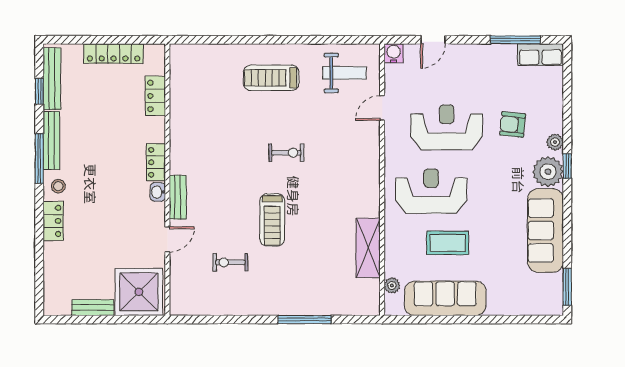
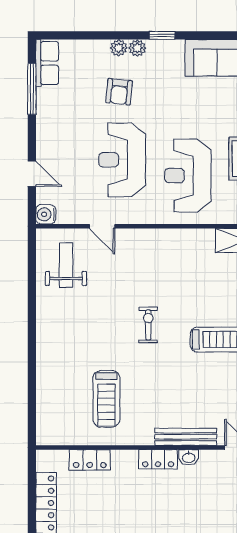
treadmill: (271, 78) -> (107, 399), moved
plant: (548, 172) -> (119, 48), moved, width x0.53, depth x0.53
bench: (178, 197) -> (186, 437), width x1.36

